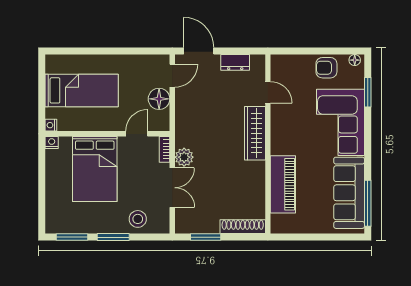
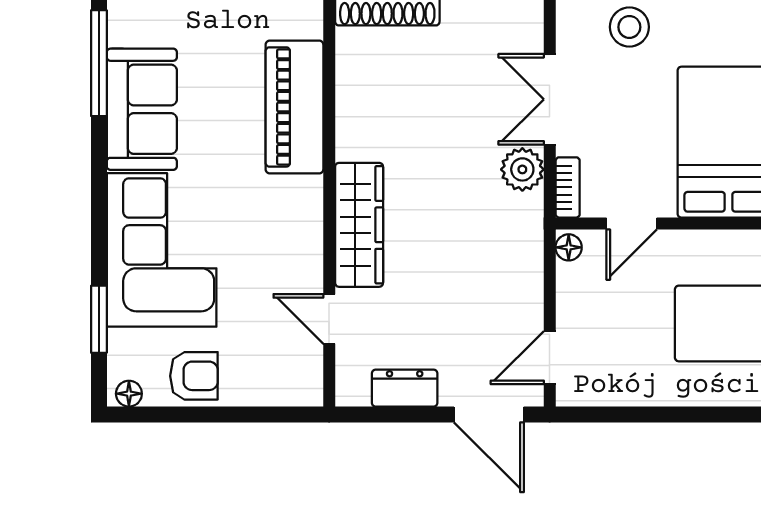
floor lamp: (159, 99) -> (569, 247), moved, width x0.53, depth x0.53
sofa: (349, 193) -> (142, 109), width x0.73

